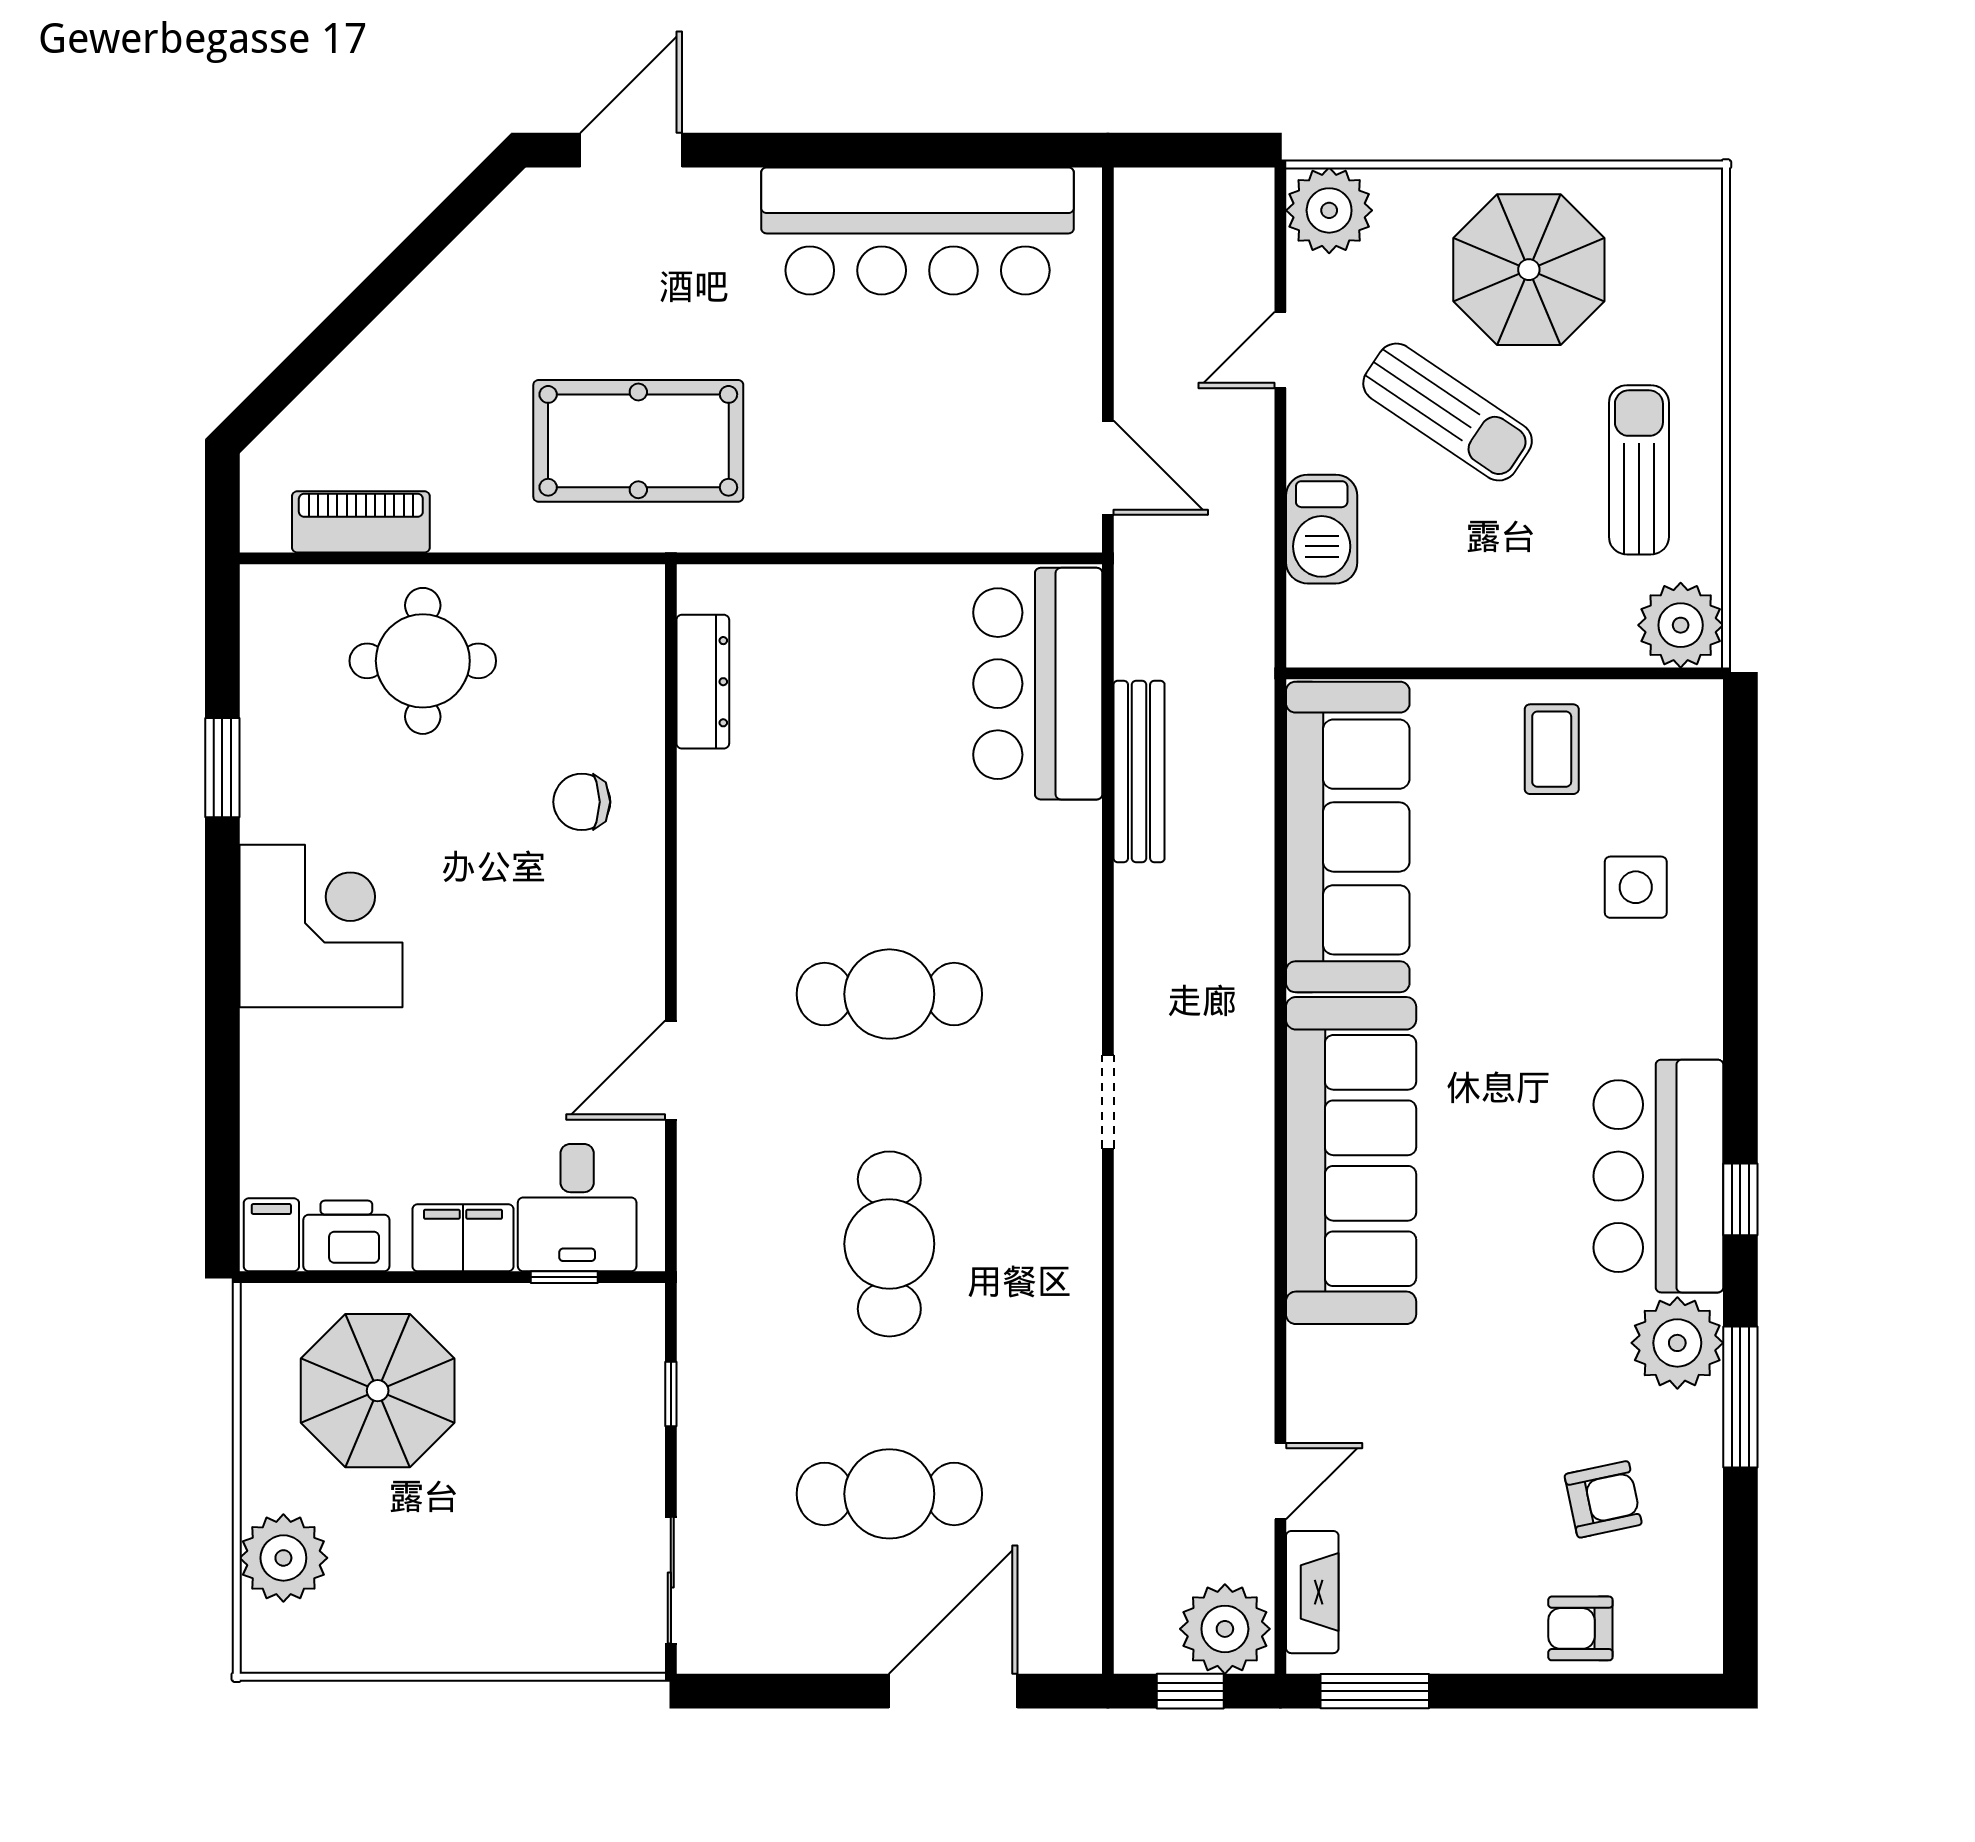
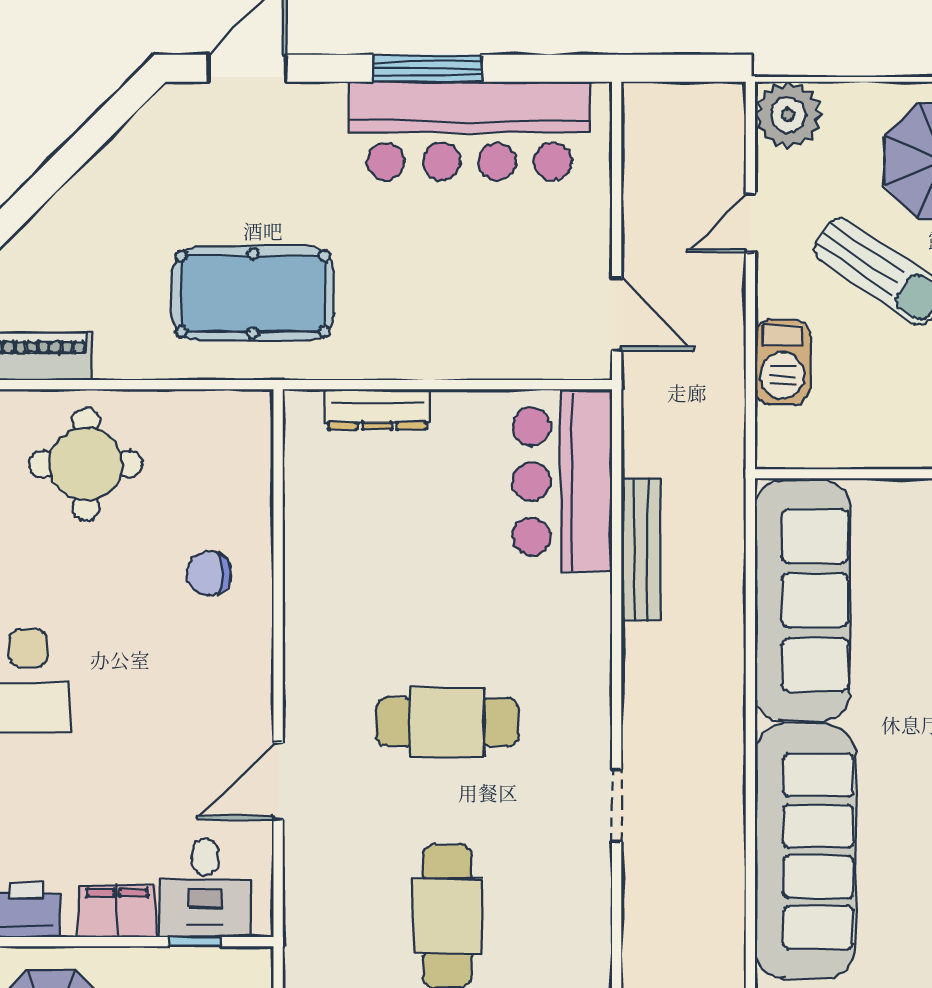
window: (863, 150) -> (427, 68), added
dresser: (703, 682) -> (377, 409), moved, turned 90

